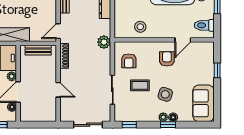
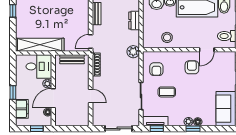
side table: (165, 94) -> (190, 100), removed
tv unit: (128, 117) -> (155, 121), added

